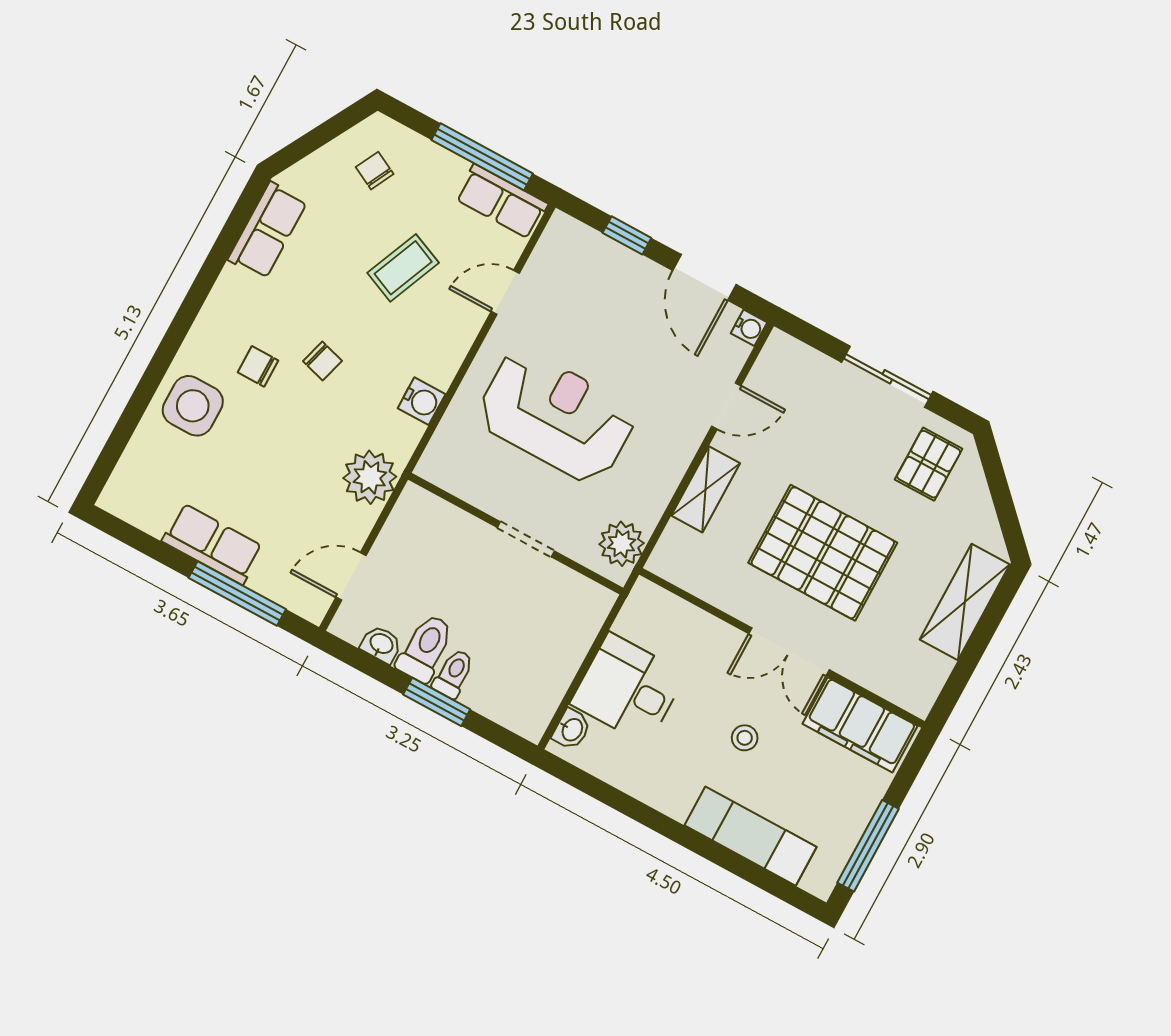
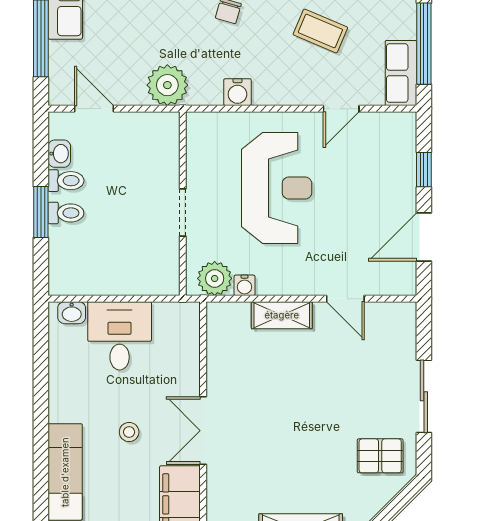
door: (505, 292) -> (341, 109), swing flipped
water cooler: (749, 328) -> (244, 285), moved
pallet: (823, 553) -> (282, 417), removed
toilet: (425, 648) -> (66, 181), width x0.73, depth x0.72

